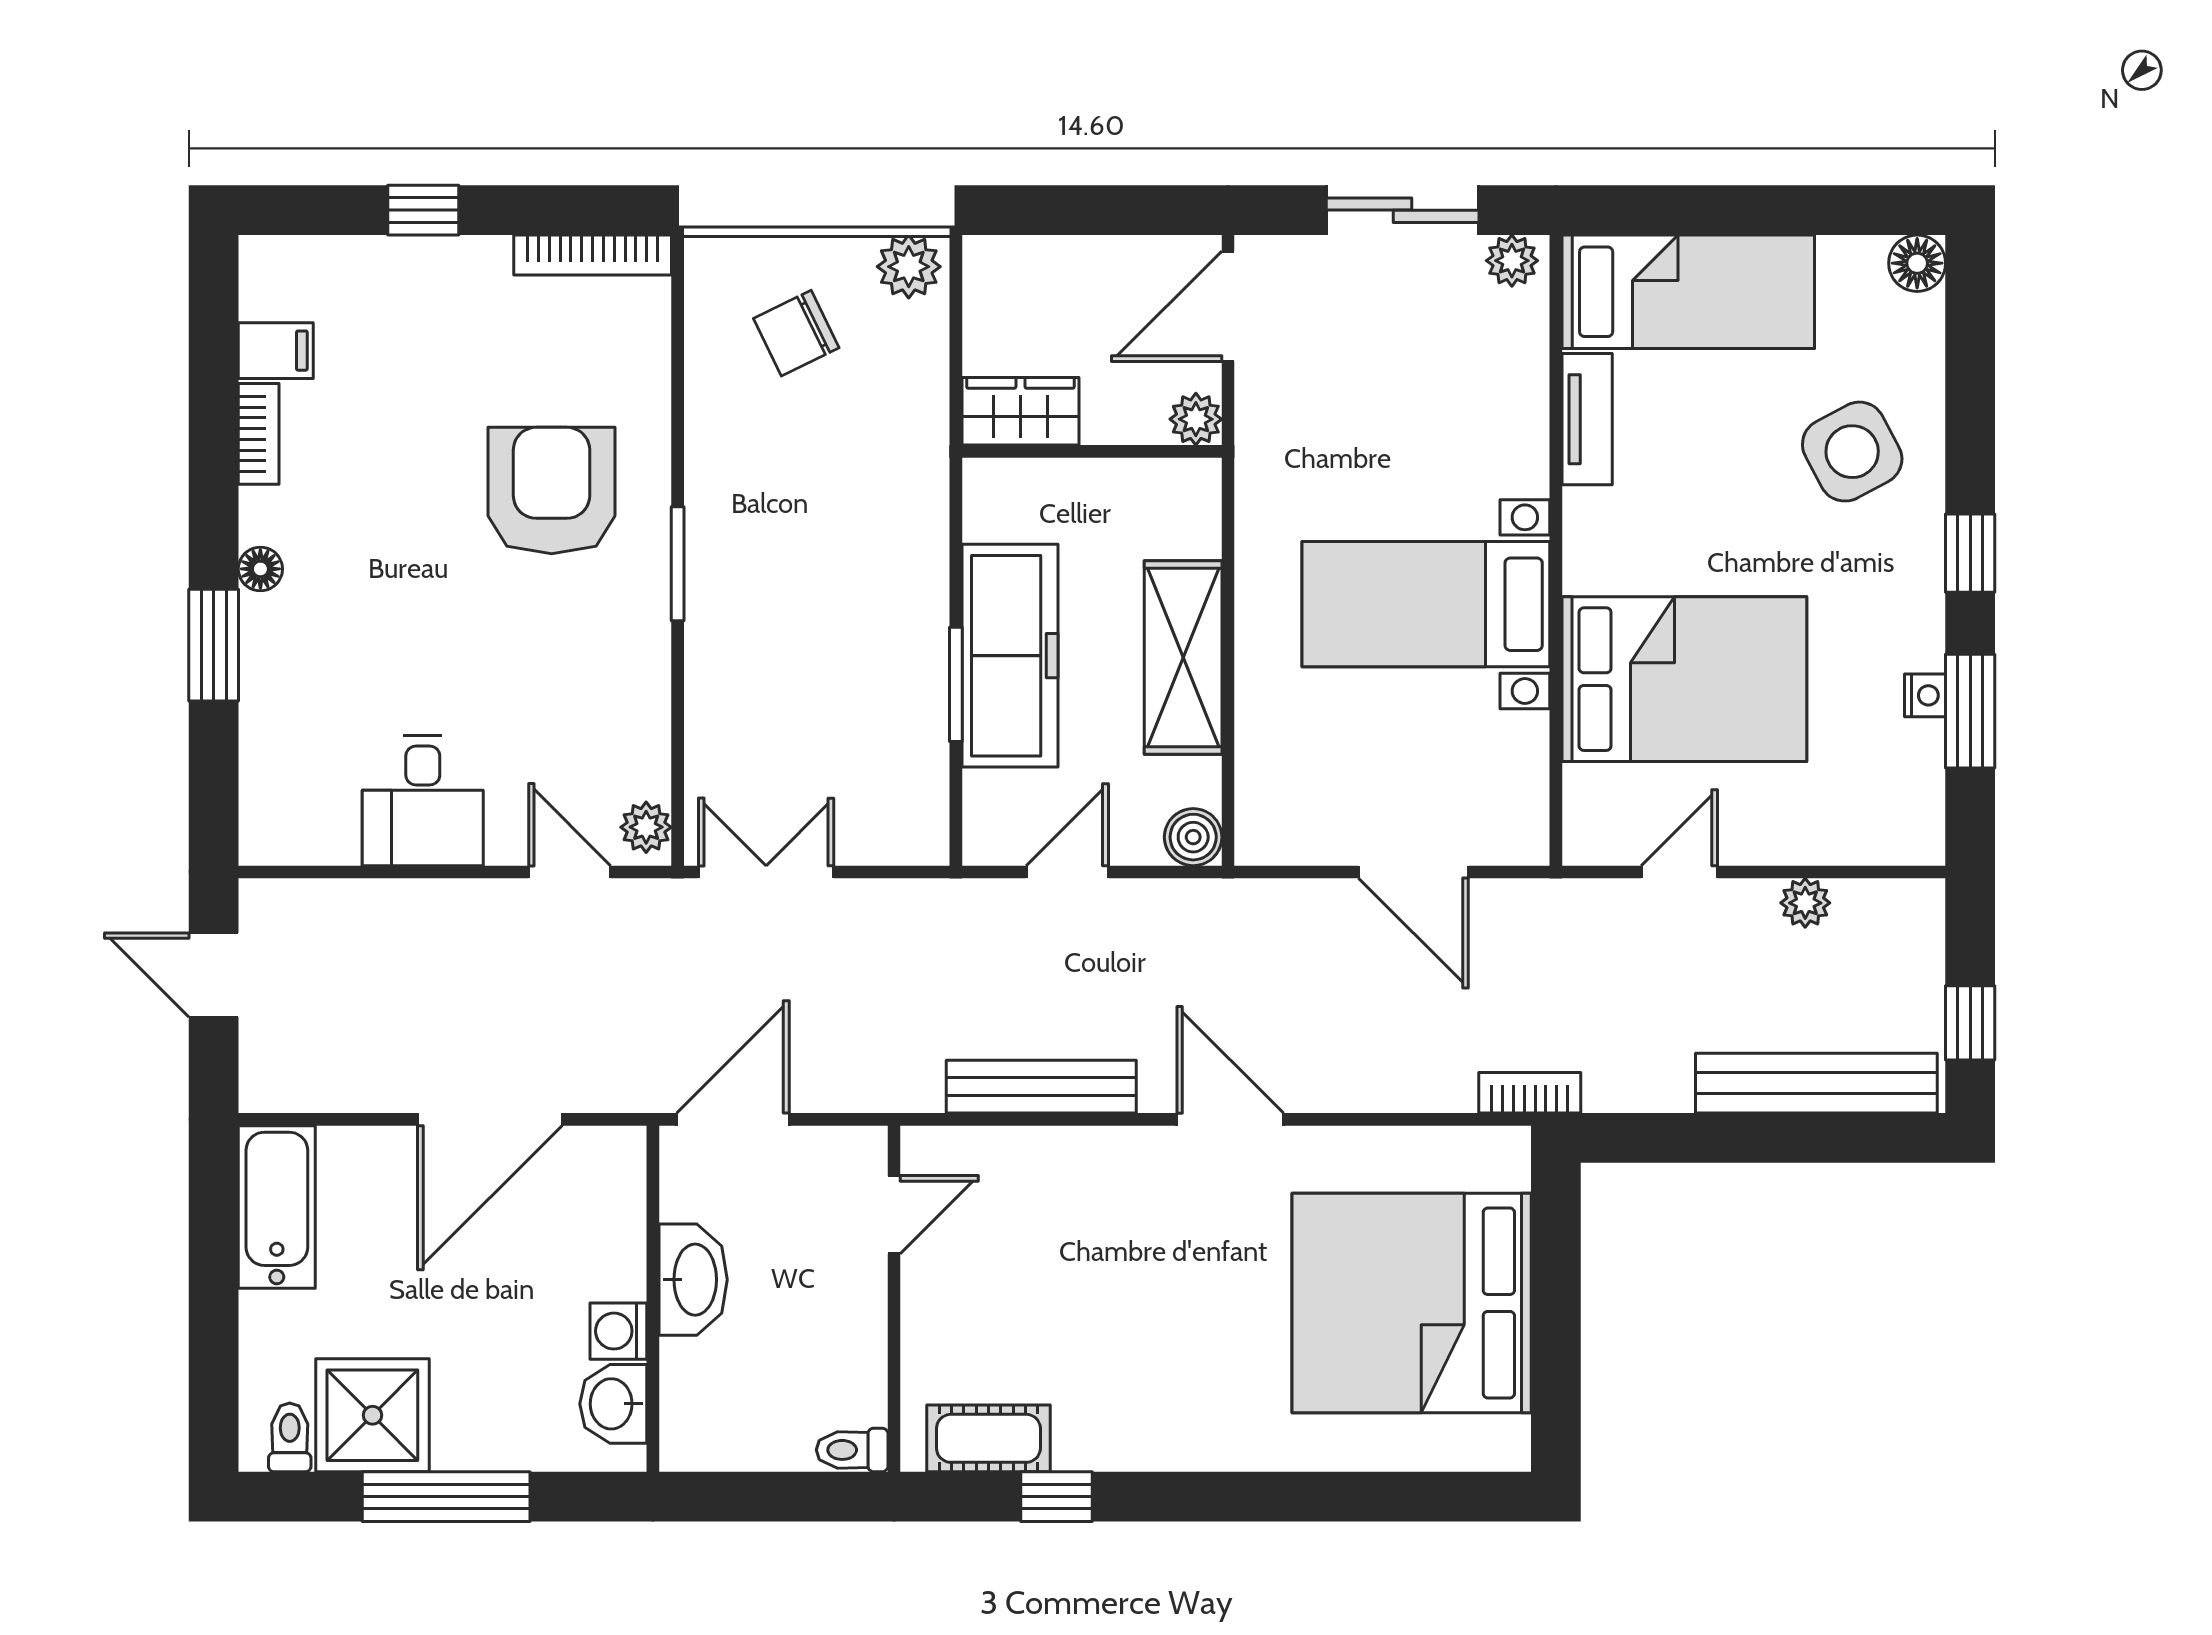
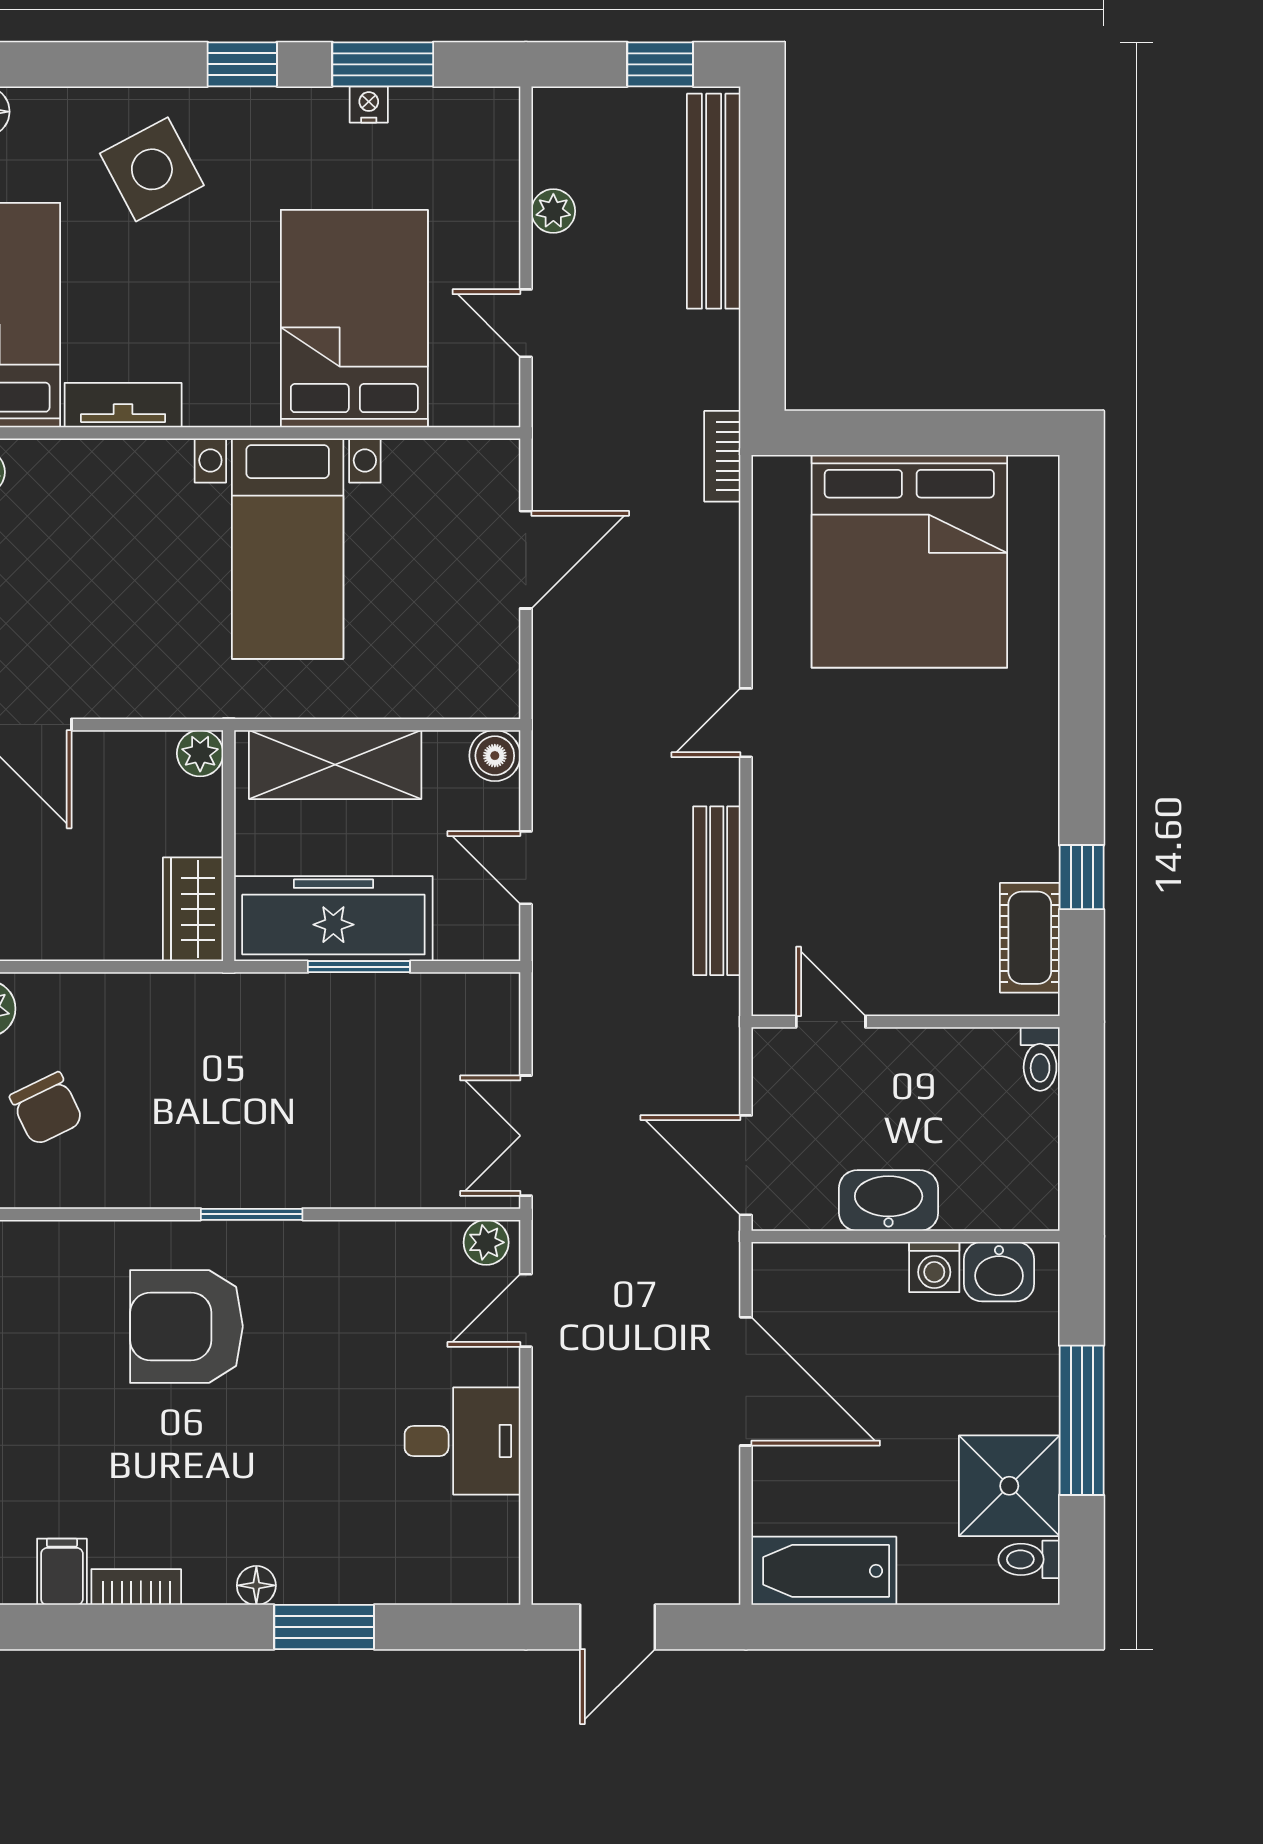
wardrobe: (1020, 411) -> (193, 909), moved
plant: (1196, 419) -> (200, 753), moved
wall: (1092, 451) -> (229, 846), moved
door: (1230, 1119) -> (746, 723), width x0.73

